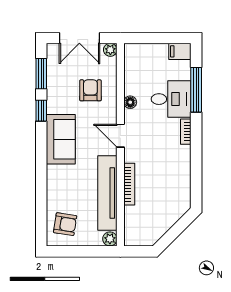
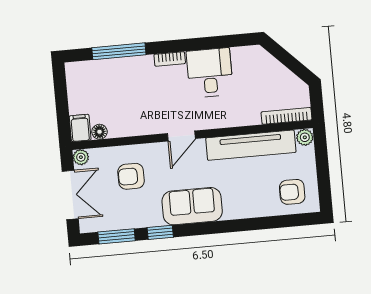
filing cabinet: (180, 51) -> (80, 128), moved, turned 180
desk: (171, 99) -> (210, 73), moved
floor lamp: (130, 102) -> (99, 132), moved
bookcase: (129, 184) -> (287, 116), moved
armchair: (65, 224) -> (292, 192), turned -99

